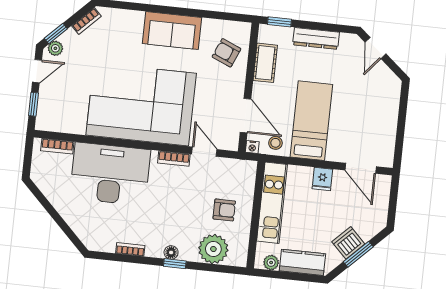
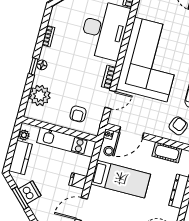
armchair: (224, 210) -> (78, 114), moved

